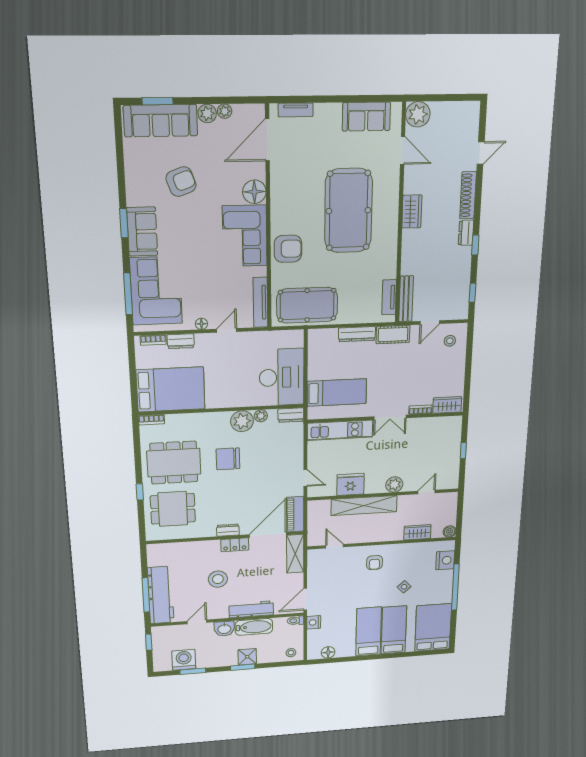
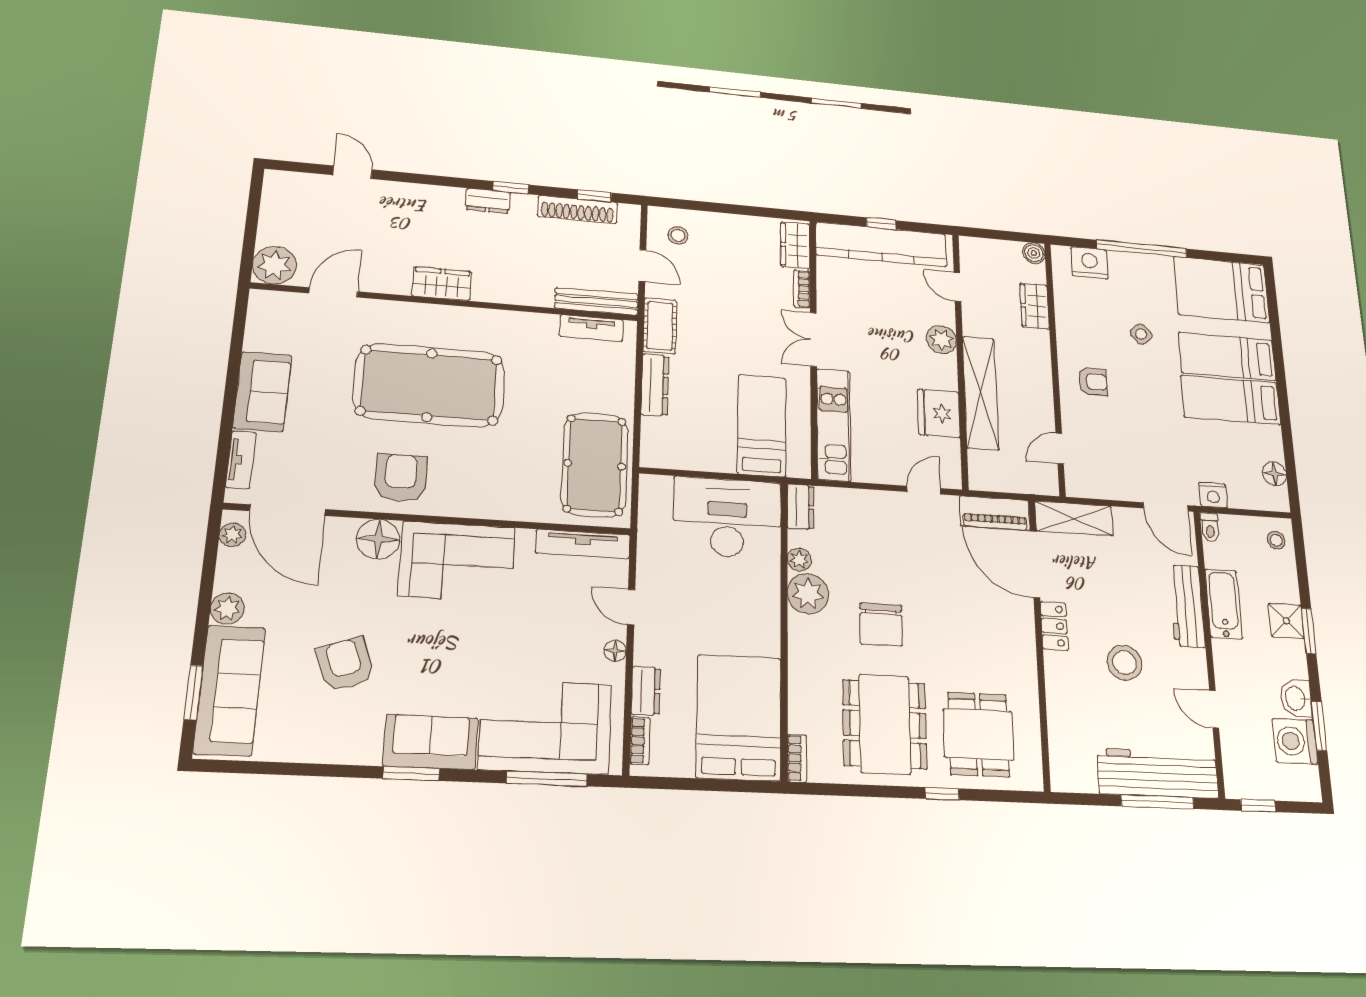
plant: (225, 111) -> (232, 535), moved
sofa: (366, 117) -> (262, 392), moved
shoe rack: (468, 195) -> (577, 209), moved
armchair: (288, 249) -> (401, 478), moved
double door: (390, 417) -> (813, 339), swing flipped
kitchen counter: (450, 451) -> (881, 245), added
dresser: (228, 530) -> (1024, 636), removed
washbasin: (224, 629) -> (1296, 698), moved, turned 180

